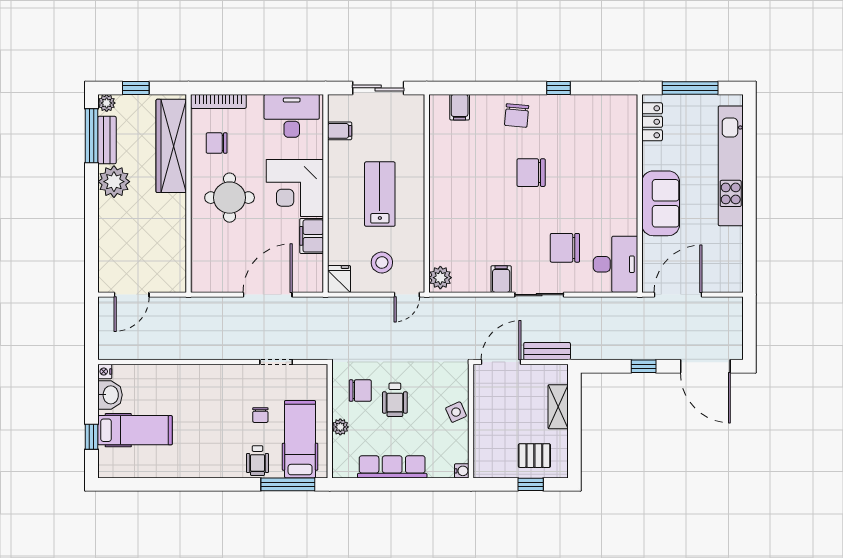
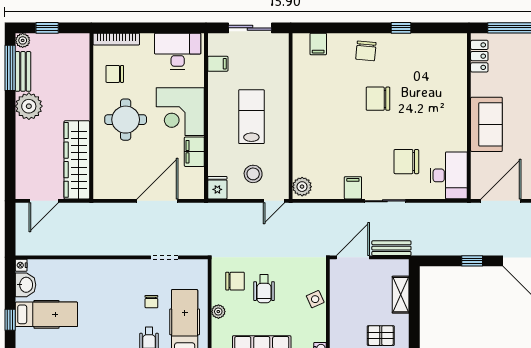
wardrobe: (171, 146) -> (77, 160), moved

